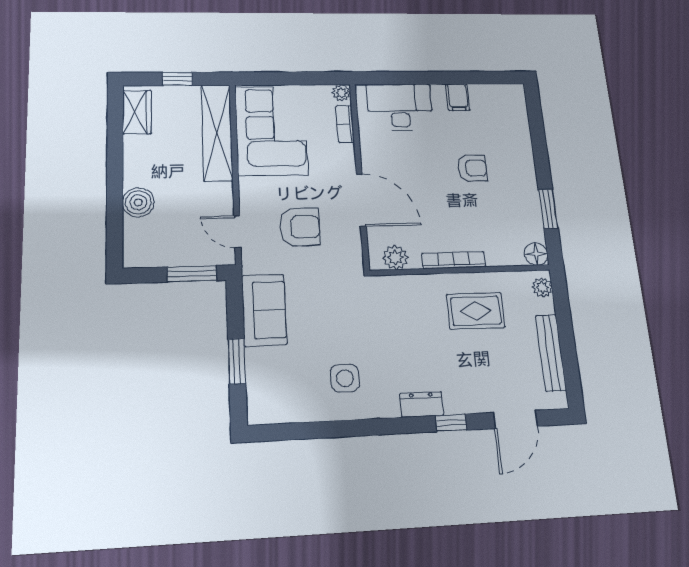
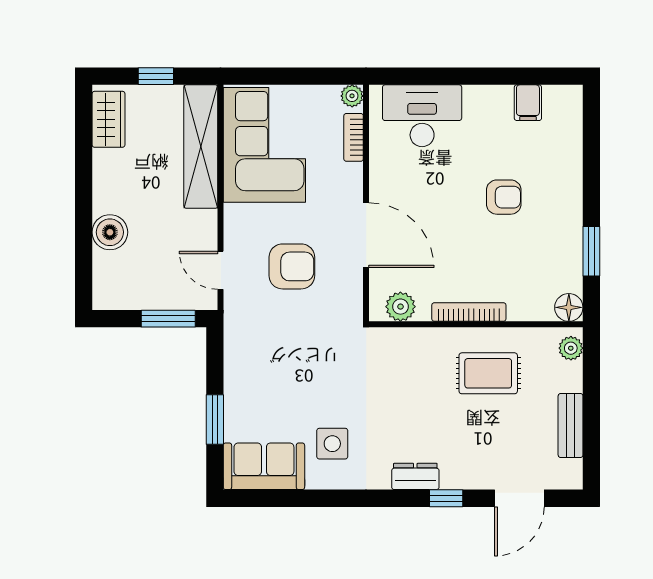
filing cabinet: (458, 97) -> (528, 103), moved
sofa: (264, 310) -> (264, 466), moved, turned -90
bench: (551, 353) -> (571, 425), width x0.73

